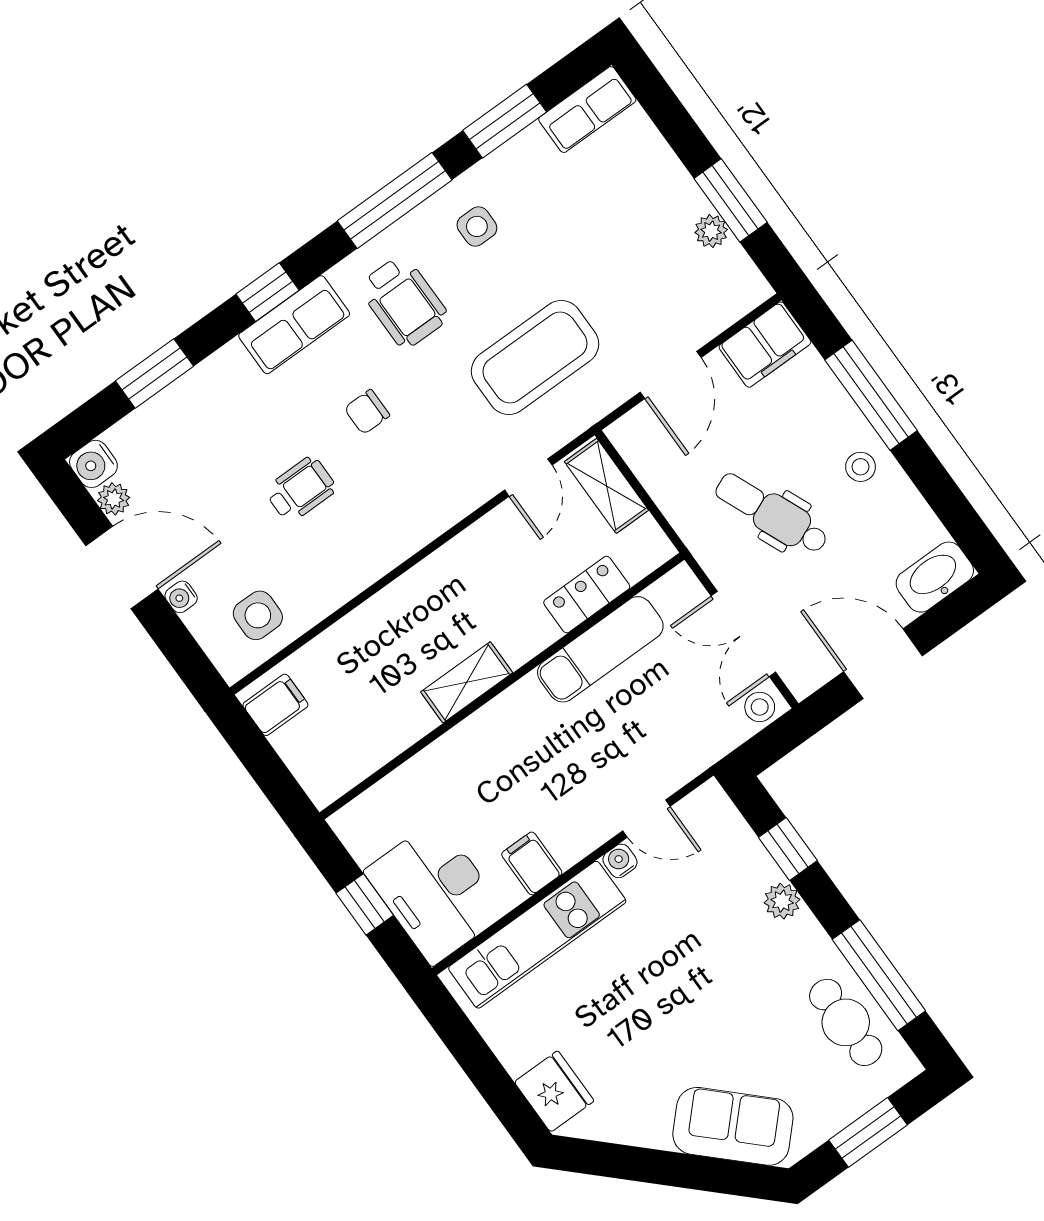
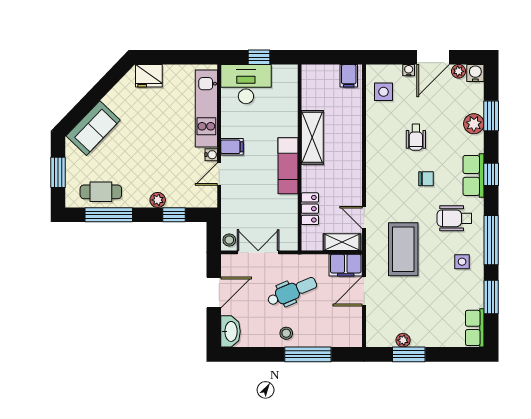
filing cabinet: (765, 345) -> (346, 265), moved, turned -90
door: (671, 375) -> (364, 291), hinge flipped
plant: (194, 396) -> (474, 124), added
chair: (367, 412) -> (426, 179), turned 90
exam couch: (600, 649) -> (288, 166), moved
shelving: (467, 682) -> (312, 137), width x1.50, depth x1.33
filing cabinet: (532, 863) -> (232, 147), moved

